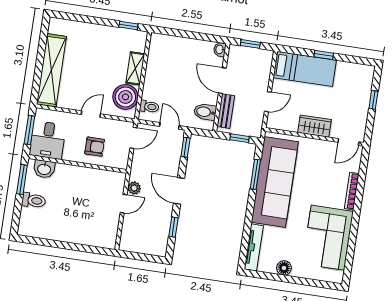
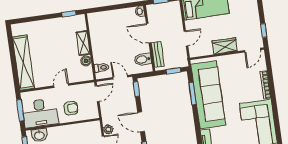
boiler: (125, 97) -> (86, 61), width x0.54, depth x0.54
window: (373, 100) -> (264, 30), moved
desk: (48, 140) -> (40, 113), width x1.37

